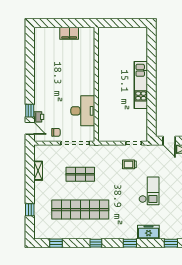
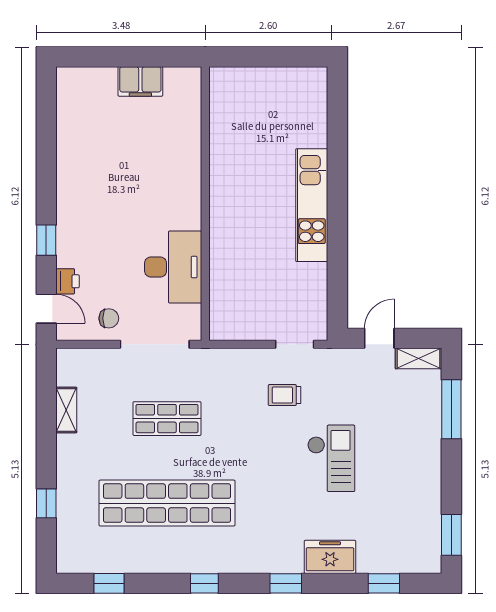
window: (30, 111) -> (46, 240), moved
door: (169, 141) -> (379, 338), swing flipped

